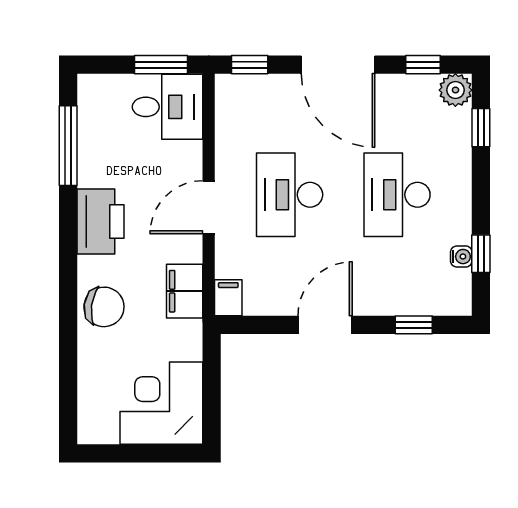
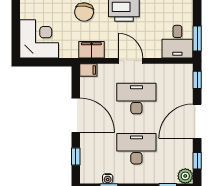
door: (325, 325) -> (76, 115), width x1.36

